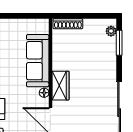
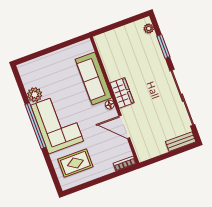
shoe rack: (68, 24) -> (108, 36), removed
window: (119, 43) -> (163, 46), moved

